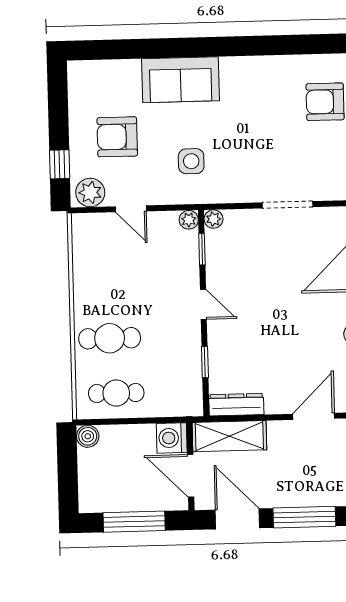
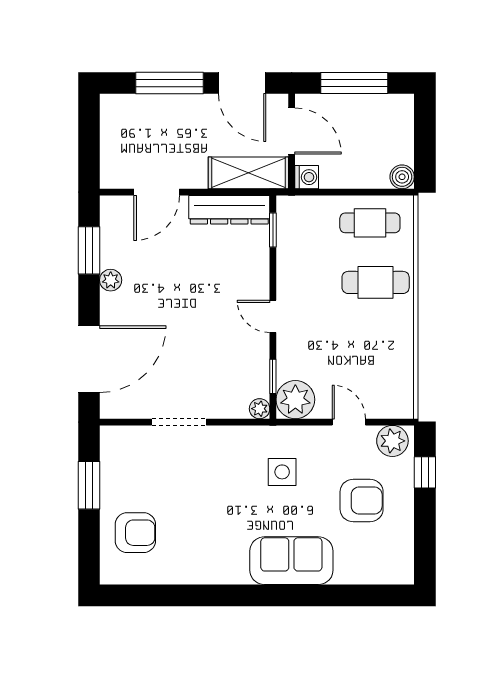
plant: (189, 220) -> (295, 400), width x1.88, depth x1.88
window: (205, 362) -> (273, 230), moved
dresser: (236, 405) -> (229, 210), width x1.37, depth x1.24
washing machine: (172, 438) -> (307, 177), width x0.73, depth x0.73

